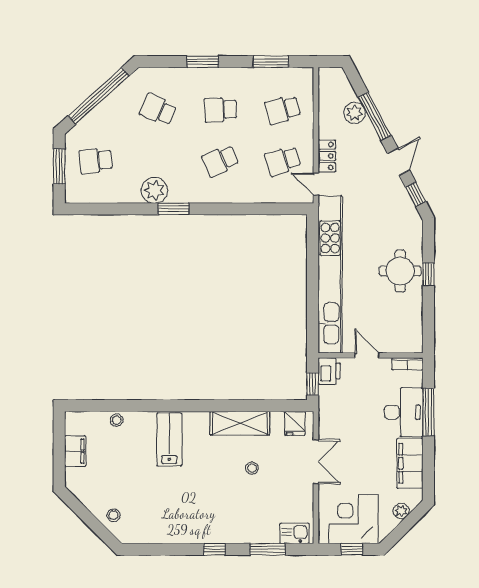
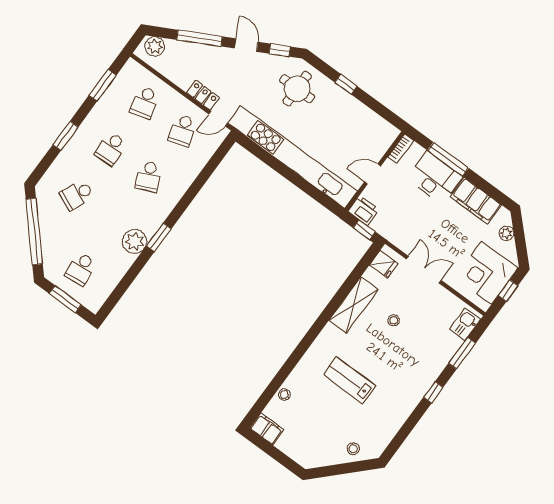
plant: (355, 113) -> (155, 46), moved
round table: (400, 271) -> (297, 89), moved
lab bench: (169, 440) -> (349, 380), moved
filing cabinet: (75, 451) -> (267, 429), moved

